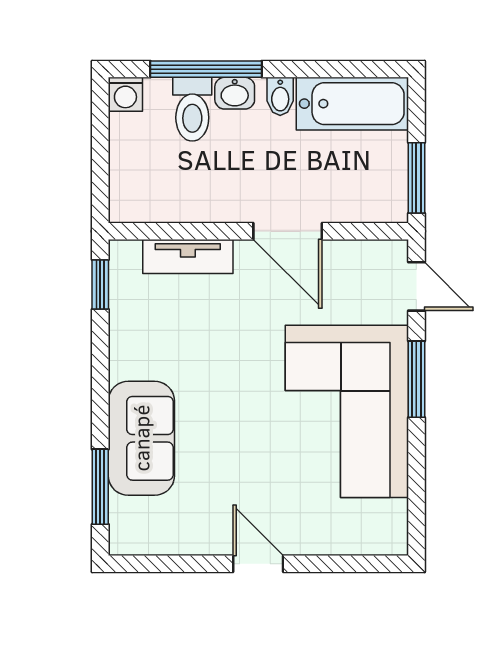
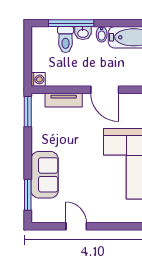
washing machine: (125, 94) -> (38, 79), moved, turned -90
window: (100, 285) -> (28, 112), width x1.50
door: (258, 564) -> (76, 226), moved

